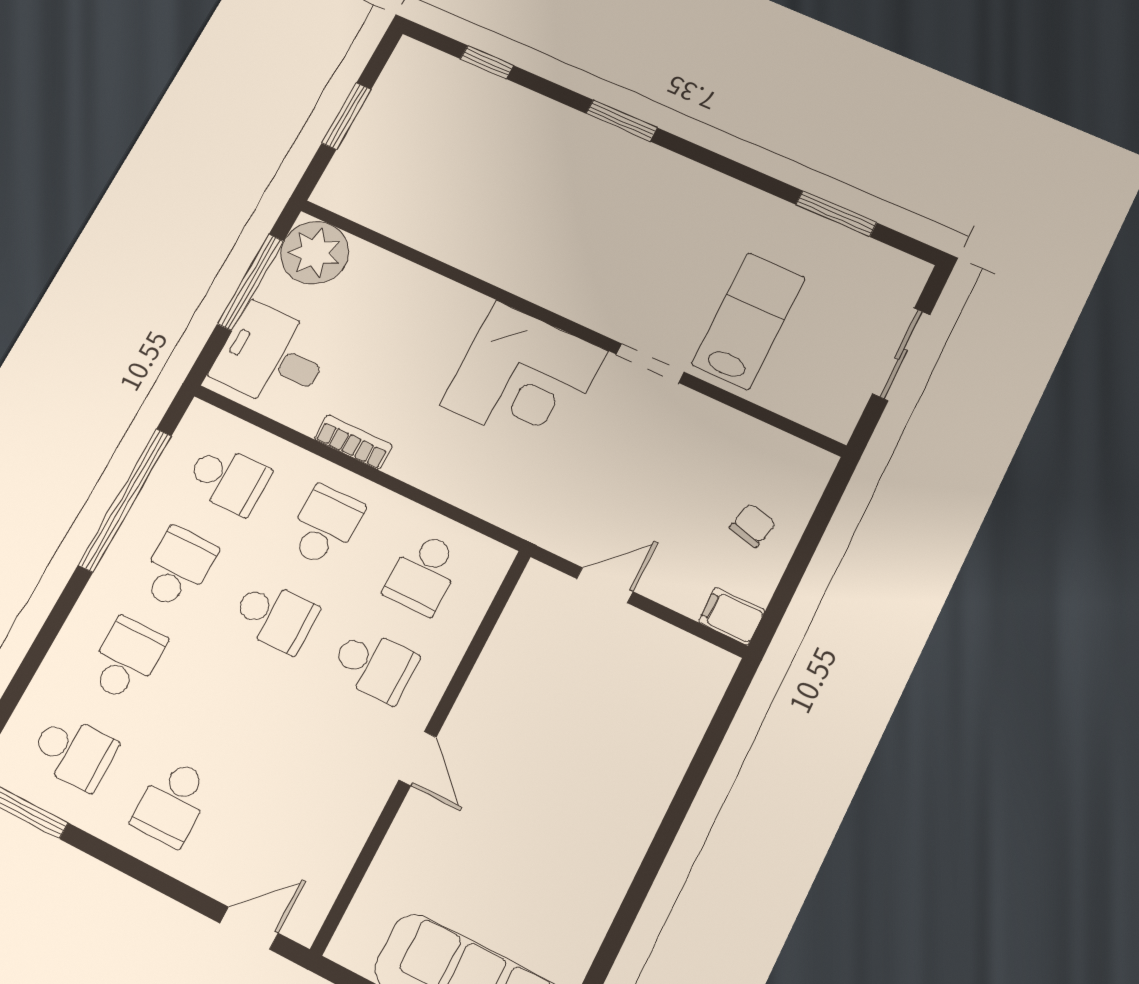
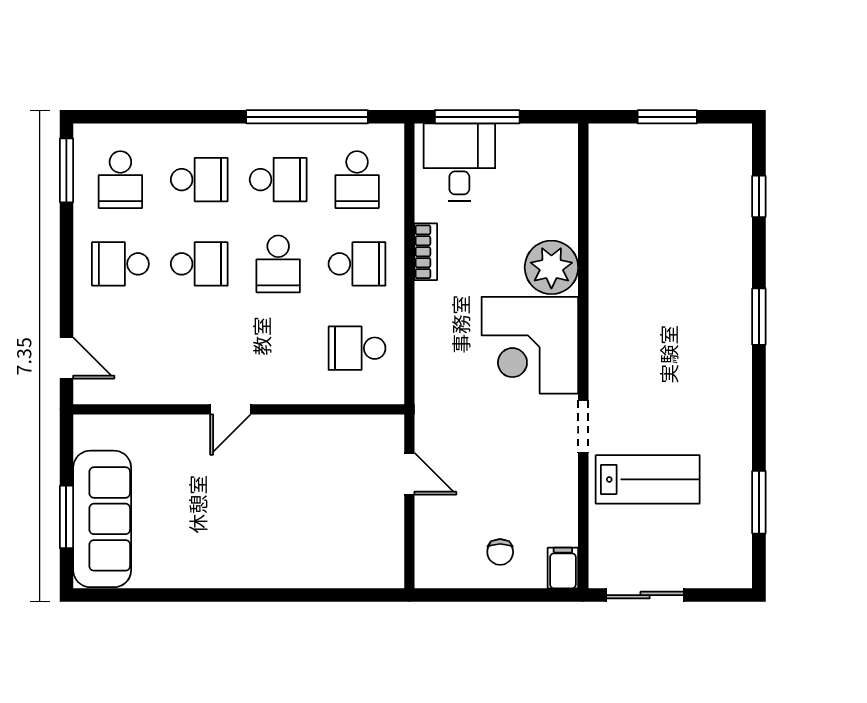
plant: (315, 253) -> (551, 267), moved
window: (251, 282) -> (477, 117), moved
sliding door: (901, 354) -> (645, 595), moved
chair: (753, 525) -> (500, 552), turned 77
filing cabinet: (732, 616) -> (563, 568), moved
school desk: (374, 665) -> (199, 264), moved, turned -90

